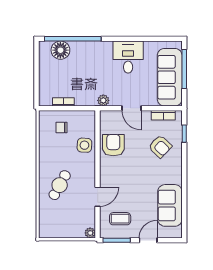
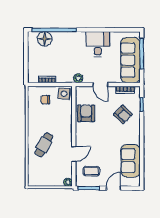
side table: (84, 145) -> (64, 94), moved

